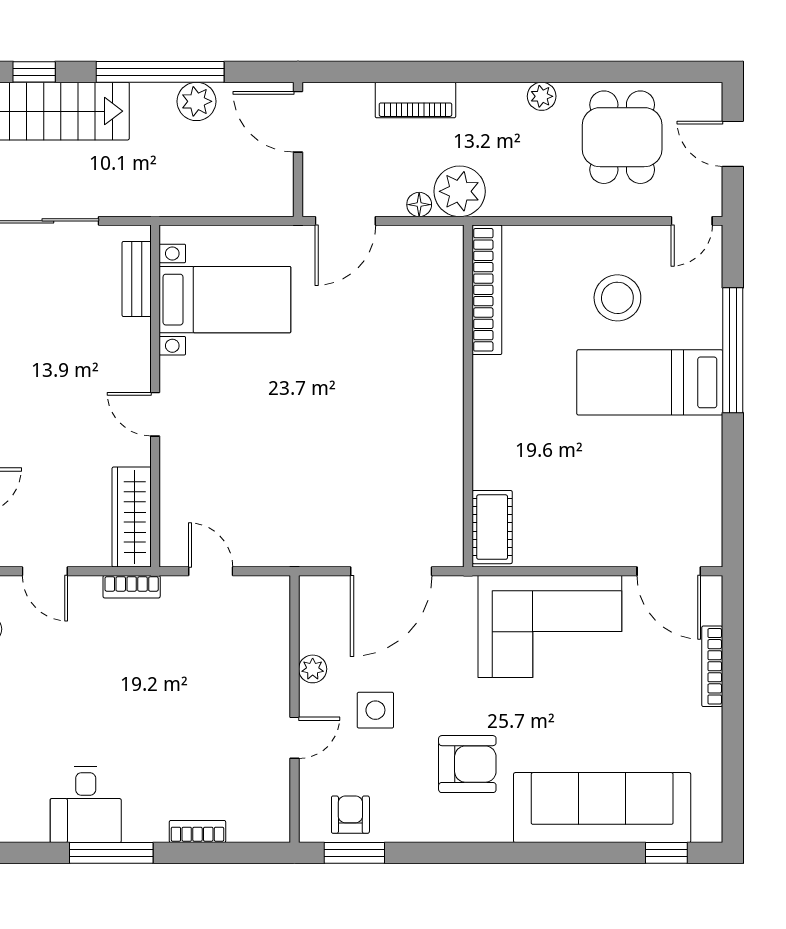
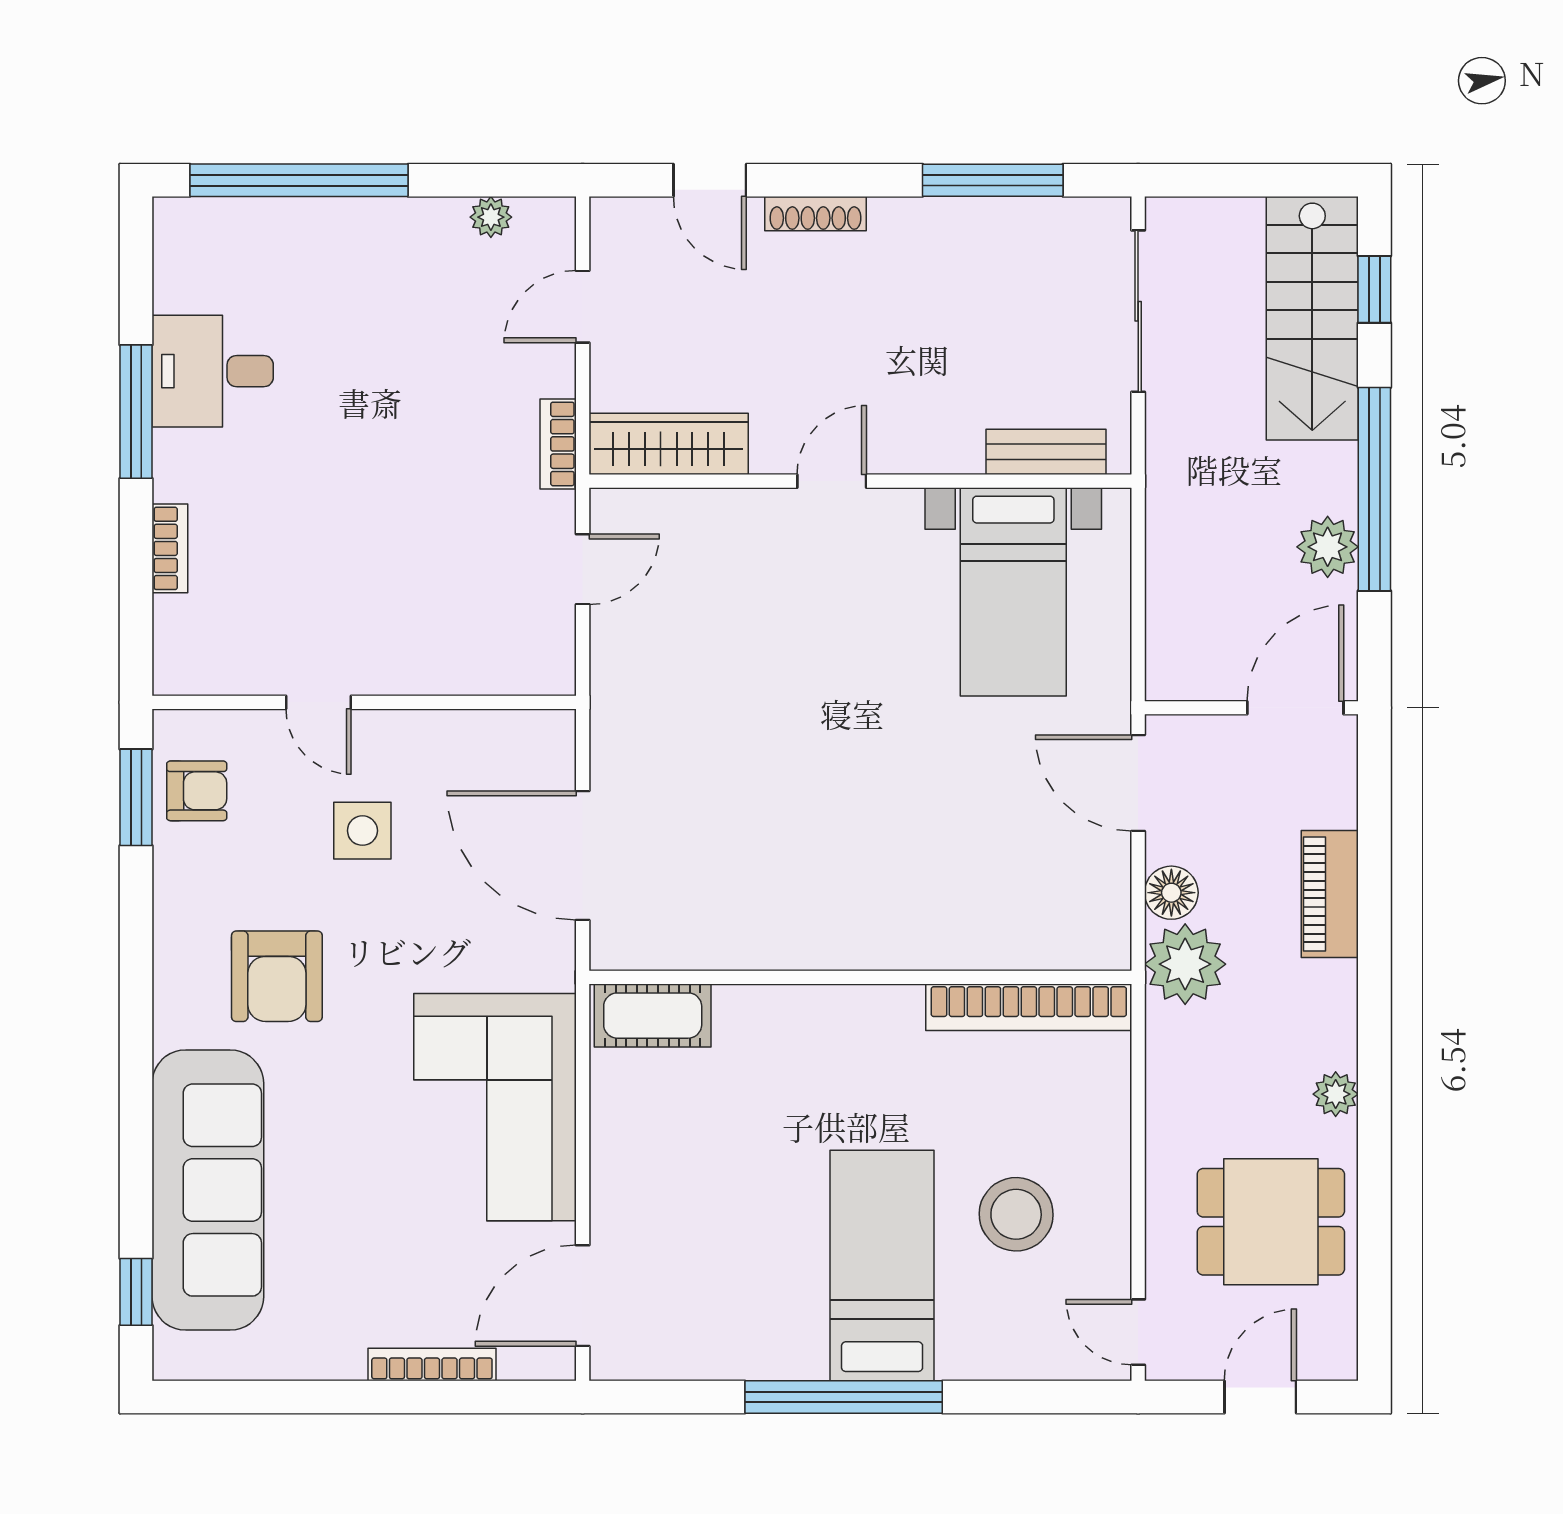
floor lamp: (419, 205) -> (1171, 893), width x1.37, depth x1.37
window: (733, 350) -> (844, 1397), moved
plant: (313, 669) -> (428, 731), removed

